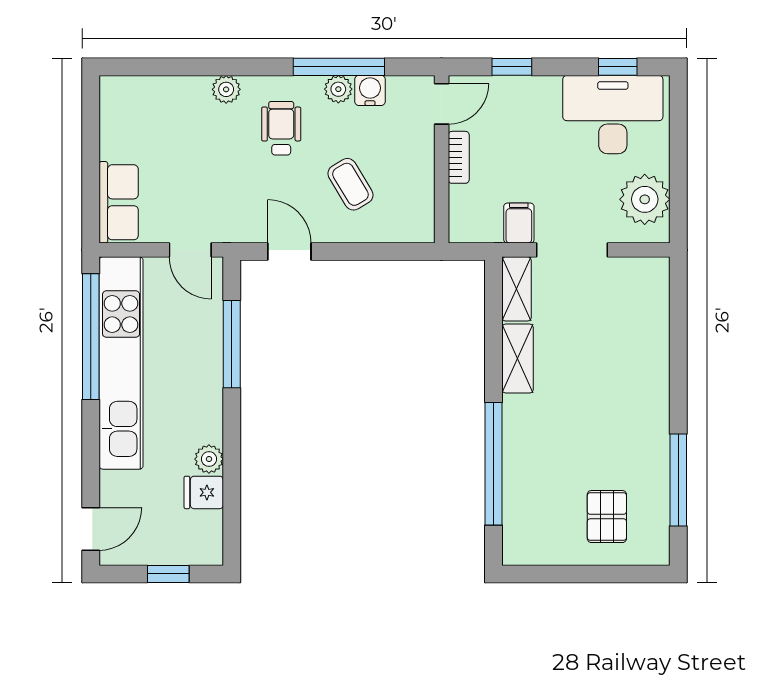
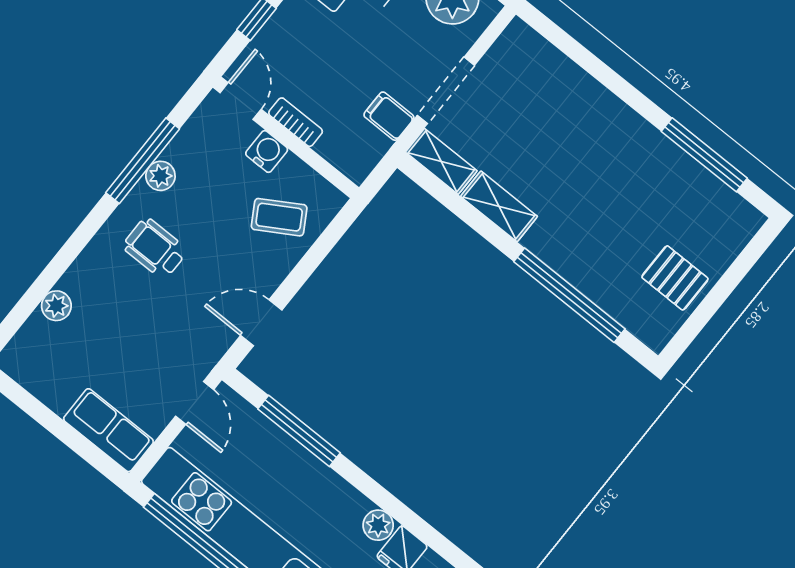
plant: (226, 89) -> (56, 306), moved
water cooler: (370, 90) -> (267, 151), moved, turned 90
coffee table: (350, 184) -> (279, 217), moved
door: (190, 250) -> (195, 403), hinge flipped
pallet: (607, 517) -> (675, 278), moved

